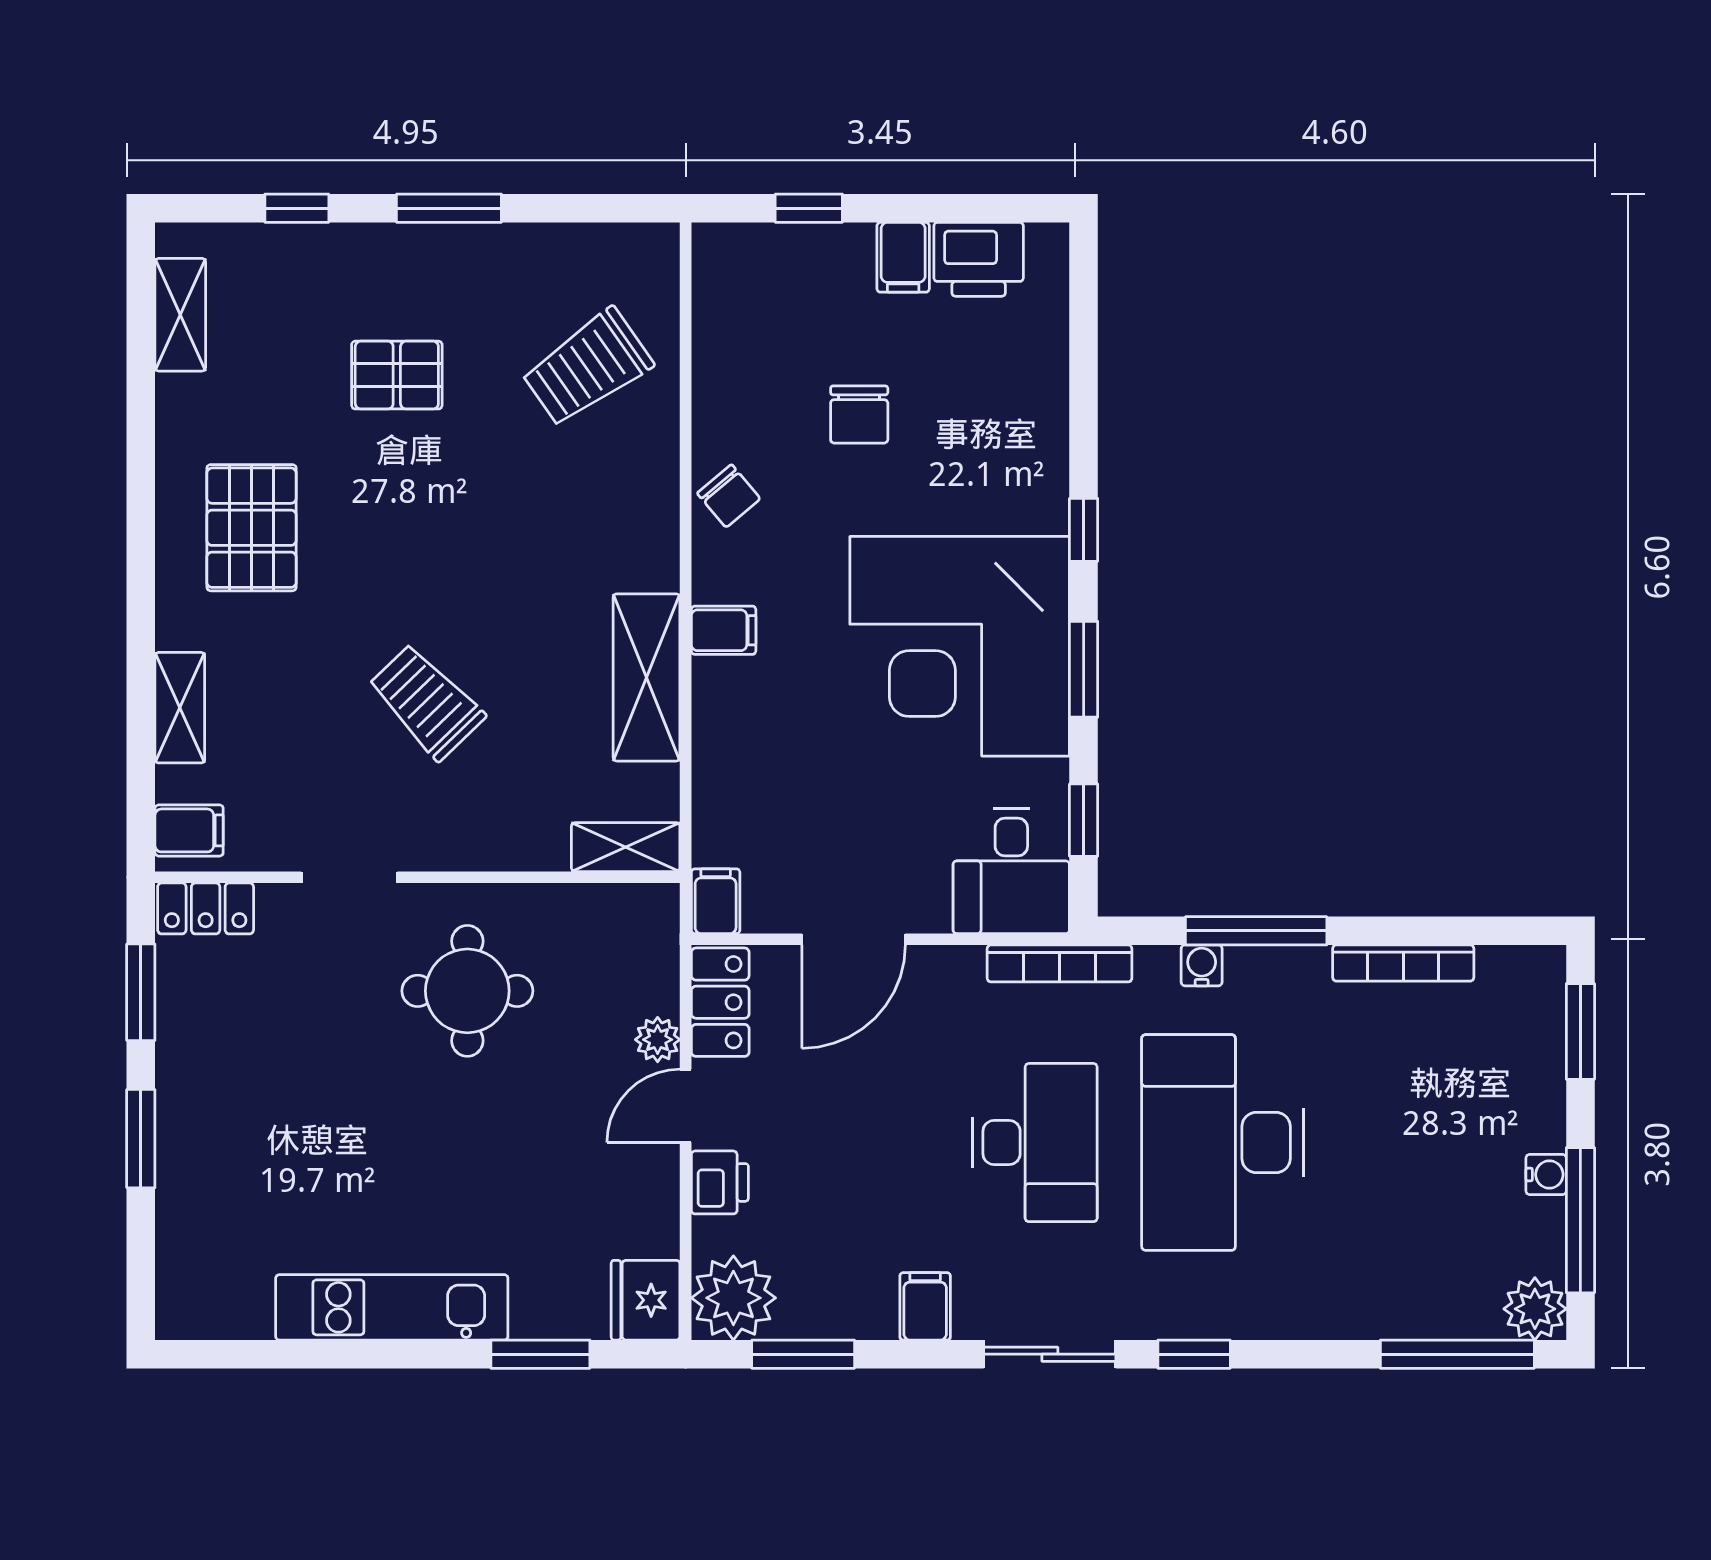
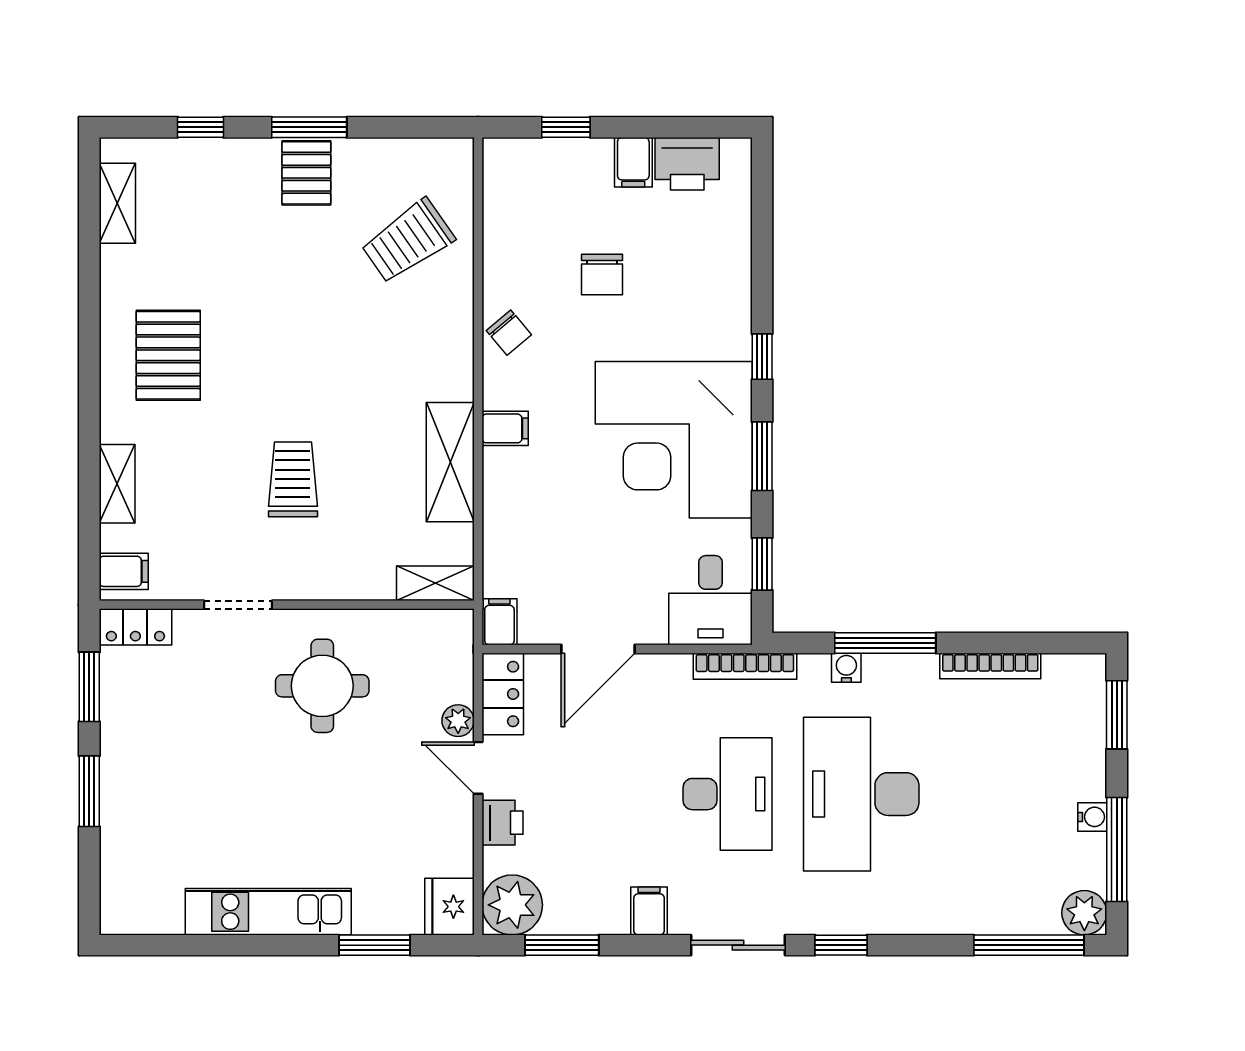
pallet: (397, 375) -> (306, 173), moved, turned 90
trolley: (426, 702) -> (293, 479), turned 44
door: (686, 1106) -> (478, 768), hinge flipped

